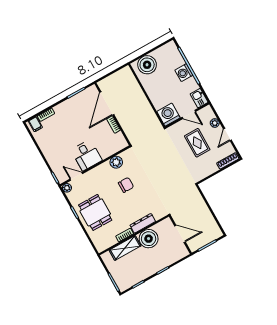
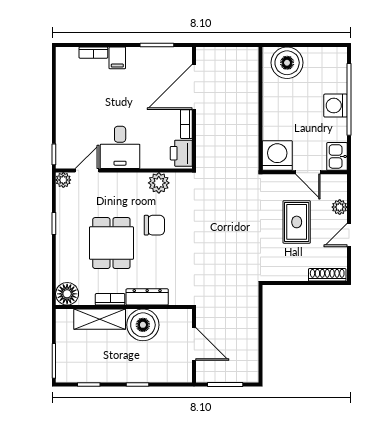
filing cabinet: (35, 124) -> (117, 58), moved
printer: (119, 141) -> (181, 153), added
door: (76, 176) -> (87, 170), hinge flipped
dining table: (95, 212) -> (111, 243), moved
floor lamp: (101, 244) -> (67, 294), added

